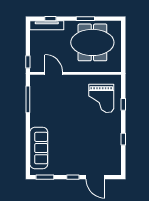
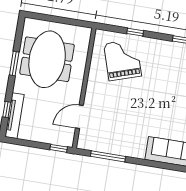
grand piano: (101, 98) -> (123, 60), turned -108

